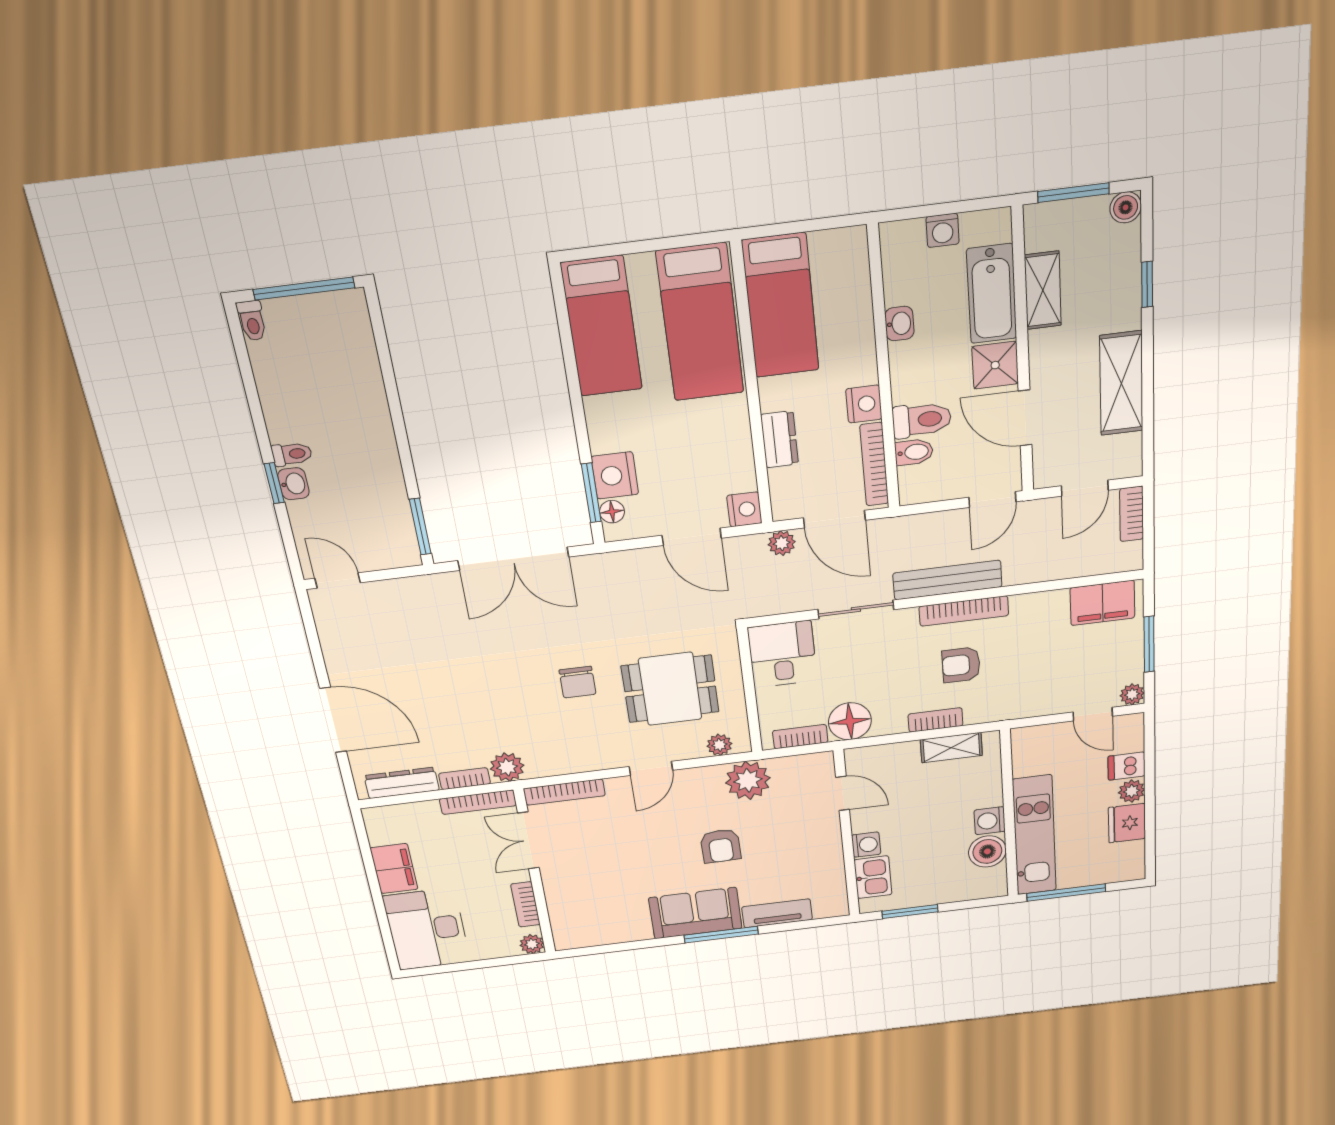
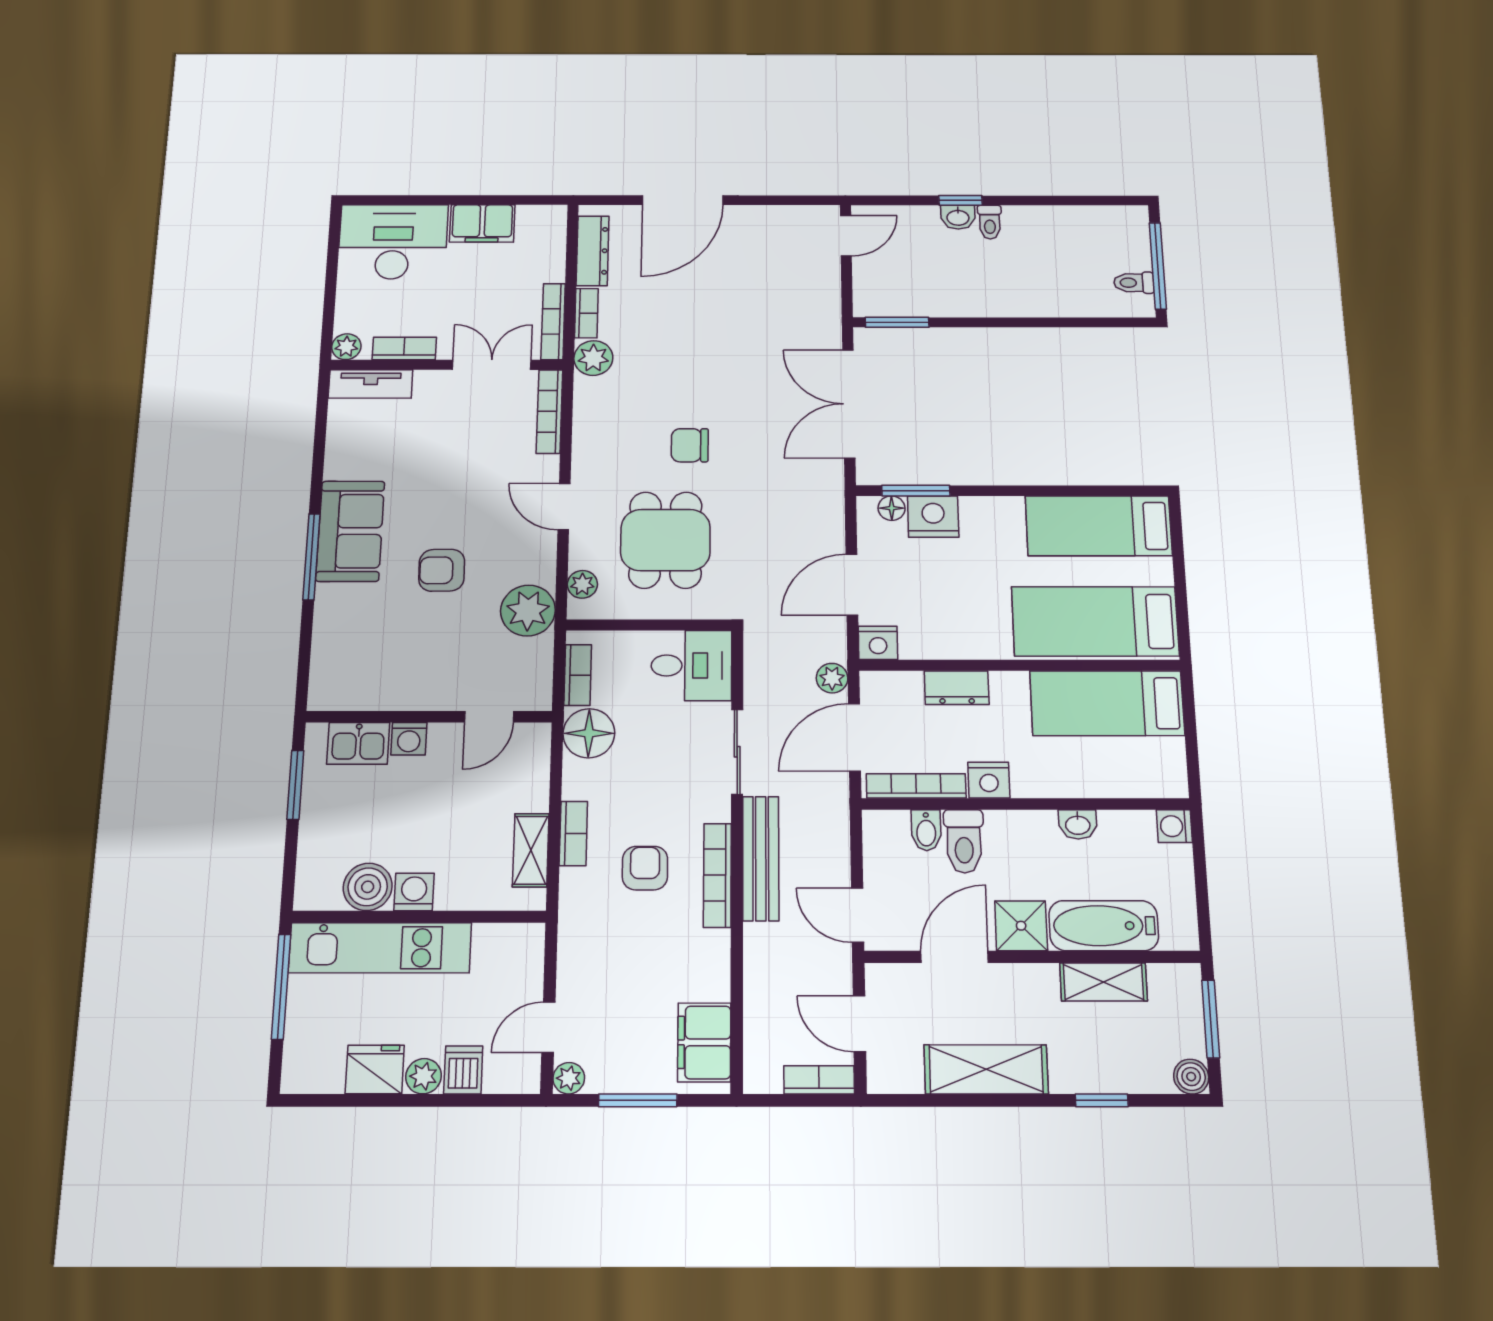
washing machine: (943, 230) -> (1174, 826), moved
toilet: (252, 321) -> (1134, 283), moved
tv unit: (777, 913) -> (371, 384), moved, turned 90

